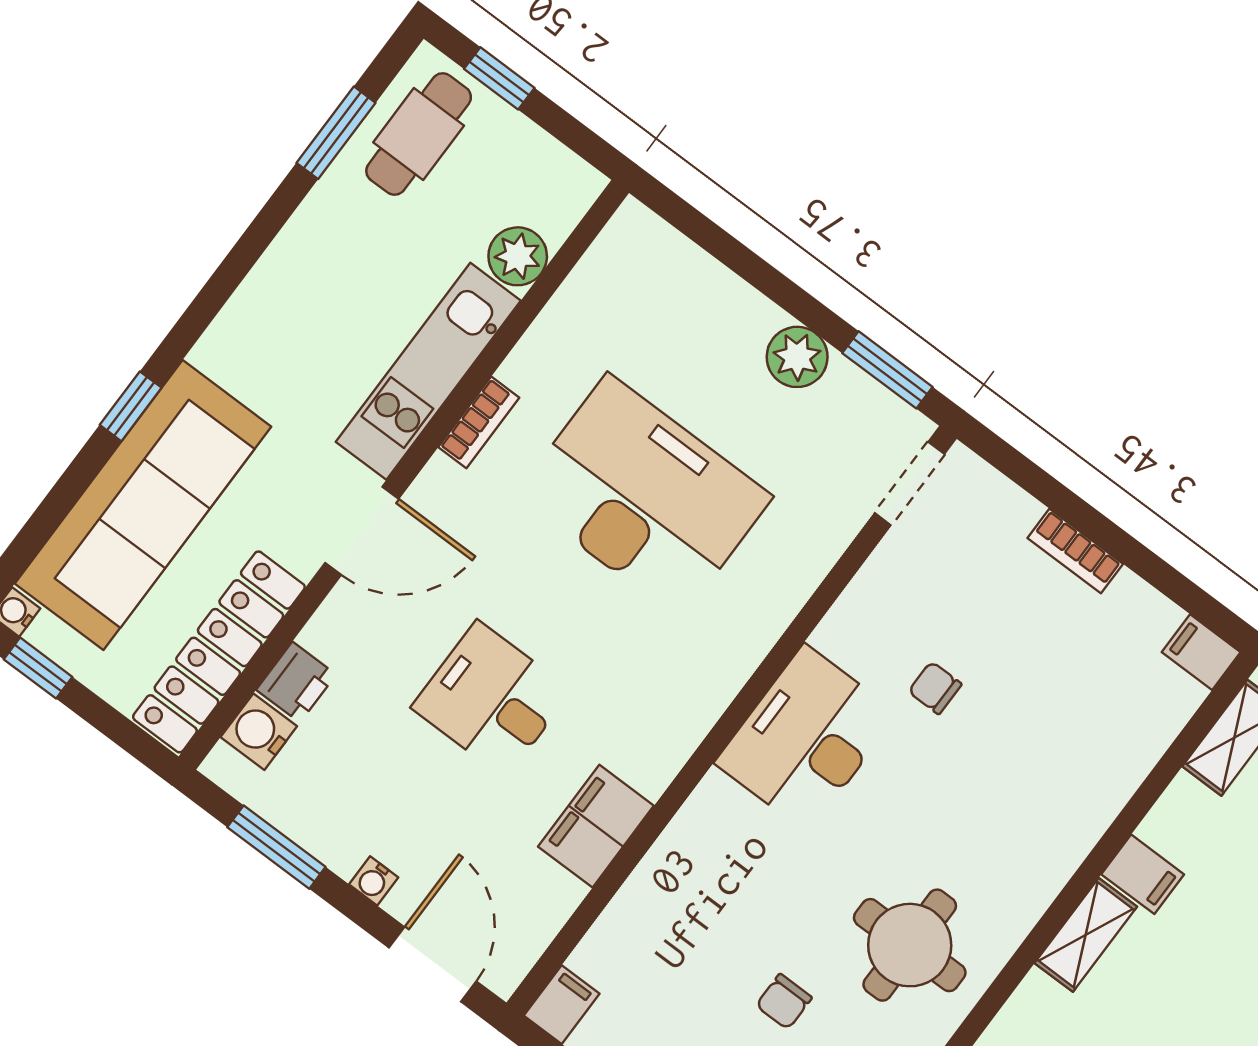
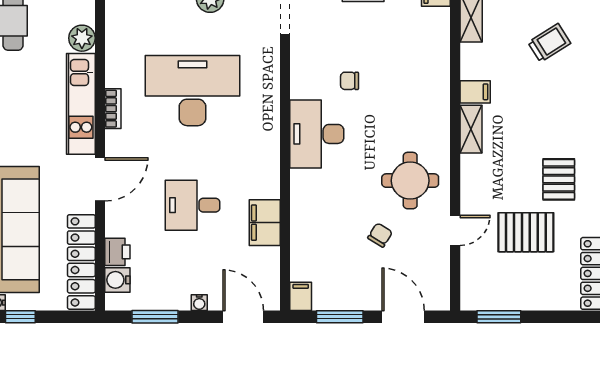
chair: (784, 1002) -> (380, 235), turned -148

